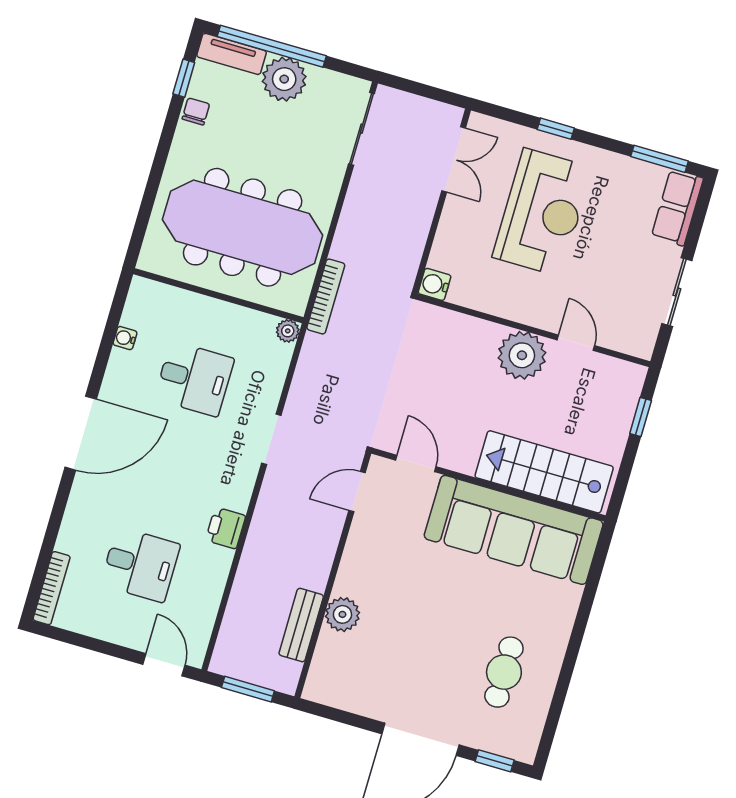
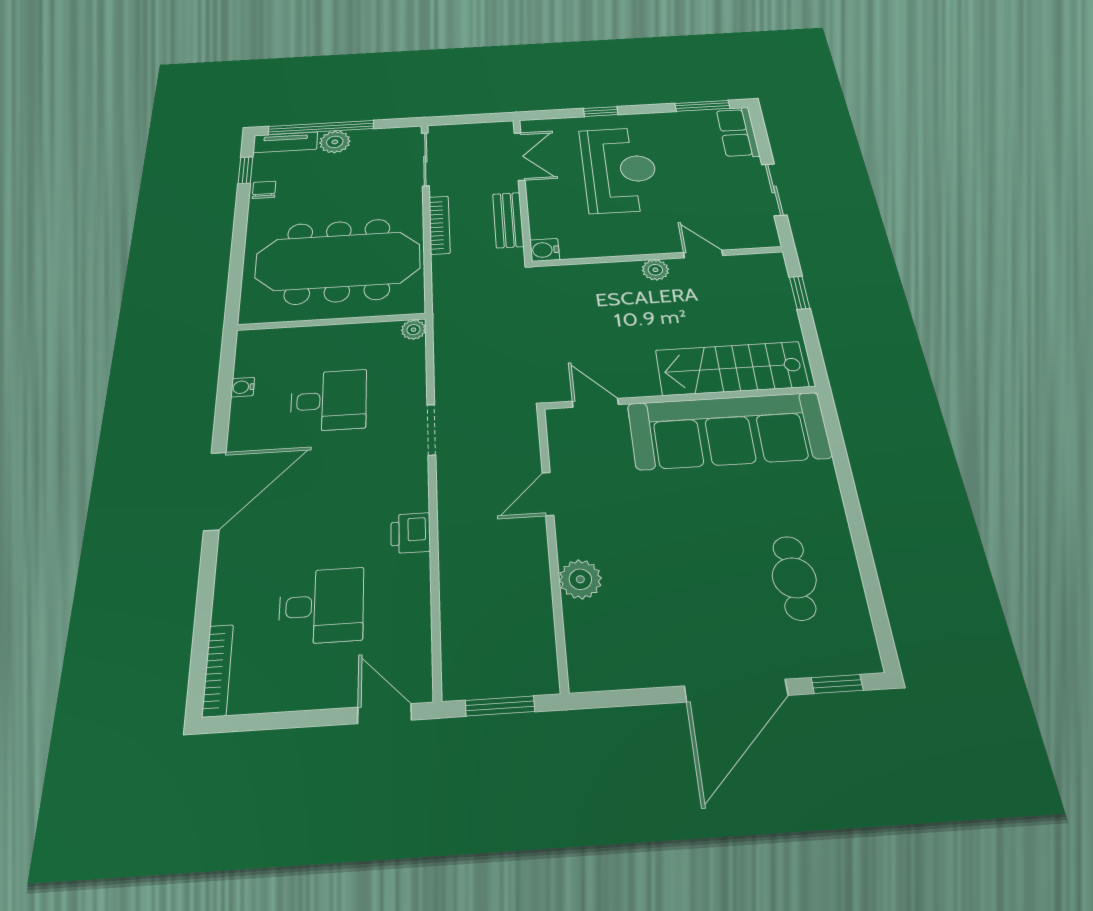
plant: (284, 79) -> (335, 142), width x0.73, depth x0.73
bookcase: (326, 296) -> (440, 225), moved
plant: (522, 355) -> (655, 270), width x0.53, depth x0.53
door: (357, 492) -> (548, 494), moved
bench: (301, 625) -> (508, 220), moved

